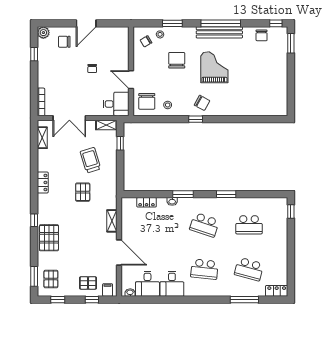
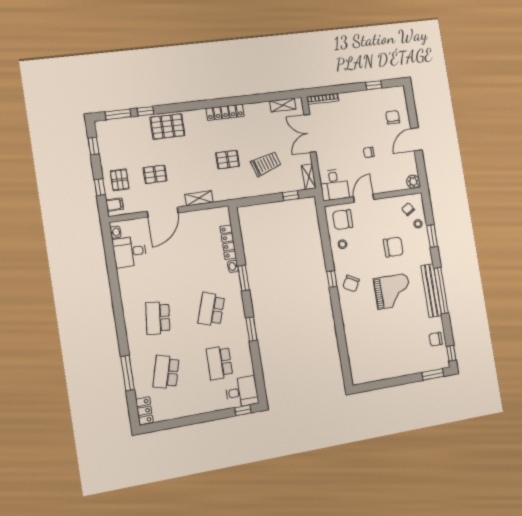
door: (86, 23) -> (416, 139), hinge flipped
plant: (43, 33) -> (413, 182), moved
locker: (43, 182) -> (225, 112), width x1.53
locker: (147, 202) -> (228, 242), width x1.53
window: (34, 220) -> (145, 111), moved
pallet: (51, 279) -> (155, 174), moved
desk: (172, 284) -> (242, 392), moved, turned 180

